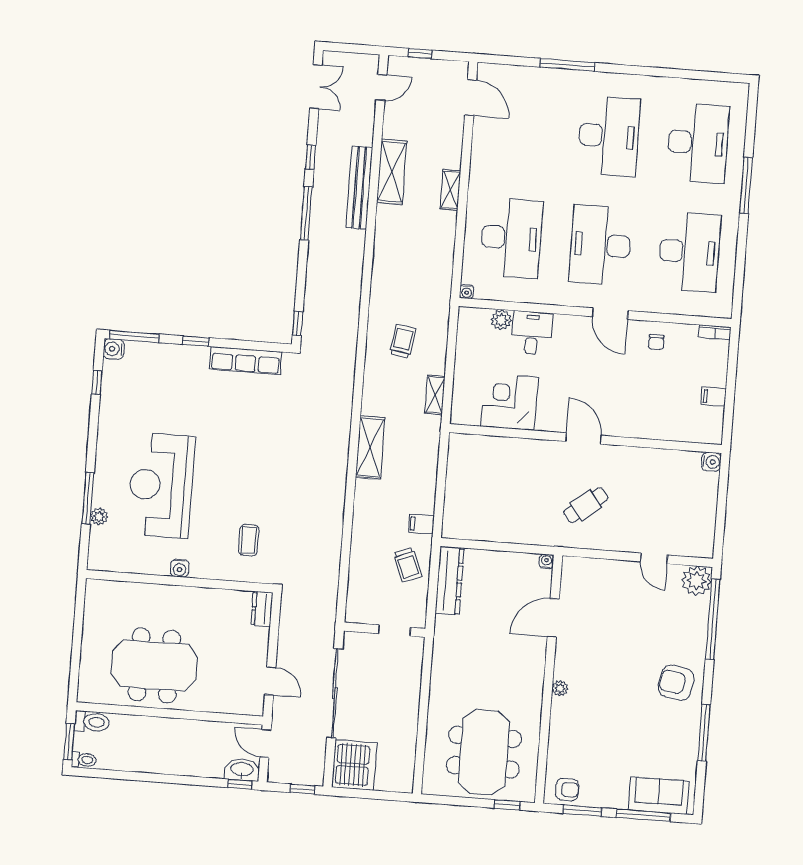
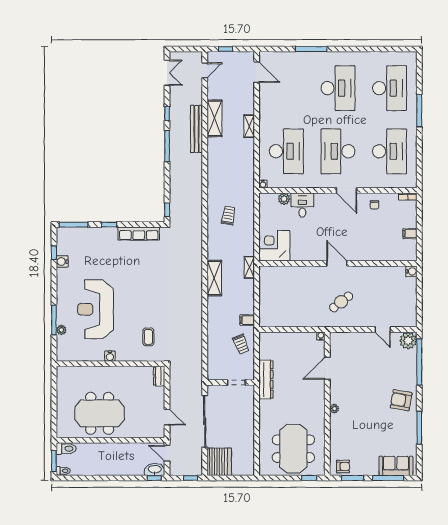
water cooler: (114, 349) -> (62, 262), moved
shelving: (435, 395) -> (249, 267), moved
corner desk: (510, 402) -> (274, 246), moved
dresser: (450, 581) -> (266, 379), moved

